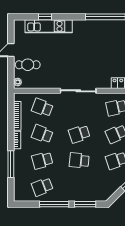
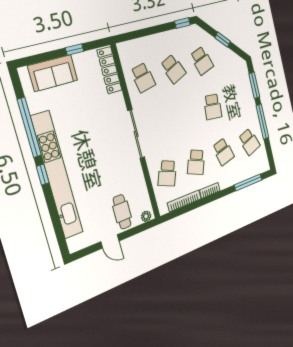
window: (45, 17) -> (43, 175), moved
kitchen unit: (49, 26) -> (57, 175), width x1.86
school desk: (79, 134) -> (185, 116), removed
window: (11, 164) -> (248, 182), moved

